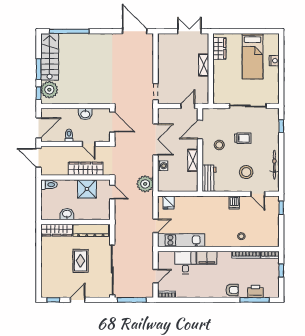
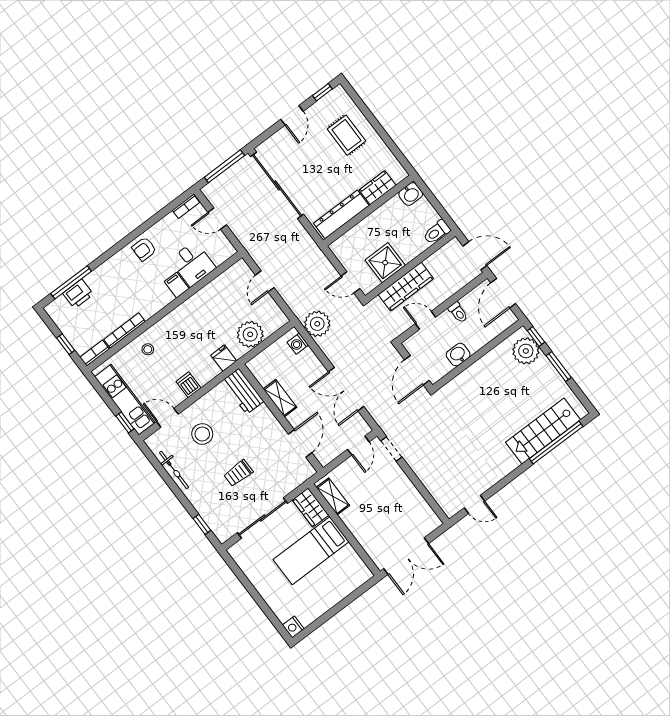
door: (135, 31) -> (474, 504), width x0.53
double door: (189, 31) -> (406, 556), width x1.37
wardrobe: (219, 49) -> (311, 508), moved
bed: (253, 56) -> (311, 551), moved, turned -90
stairs: (50, 57) -> (543, 431), moved, turned 90
nightstand: (274, 61) -> (293, 627), moved
shelving: (204, 65) -> (333, 496), moved
door: (188, 106) -> (358, 446), moved
door: (112, 122) -> (417, 370), hinge flipped
stool: (219, 145) -> (262, 442), removed
washing machine: (163, 166) -> (298, 344), moved
fridge: (169, 203) -> (224, 358), moved
plant: (183, 204) -> (250, 334), added
washbasin: (67, 214) -> (411, 194), moved
wardrobe: (57, 230) -> (378, 188), width x0.67
kitchen unit: (181, 240) -> (125, 400), moved, turned -90
filing cabinet: (207, 258) -> (177, 285), width x0.50
rug: (80, 261) -> (346, 135), moved
door: (156, 276) -> (217, 219), hinge flipped
armchair: (232, 290) -> (144, 249), moved

